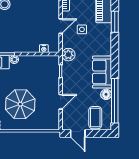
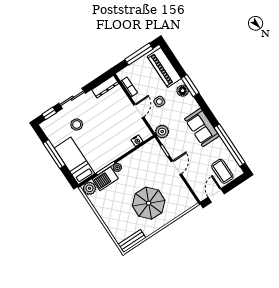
window: (115, 22) -> (190, 86), moved
floor lamp: (106, 94) -> (183, 91), moved
door: (61, 102) -> (176, 168), moved
door: (78, 134) -> (216, 196), swing flipped

